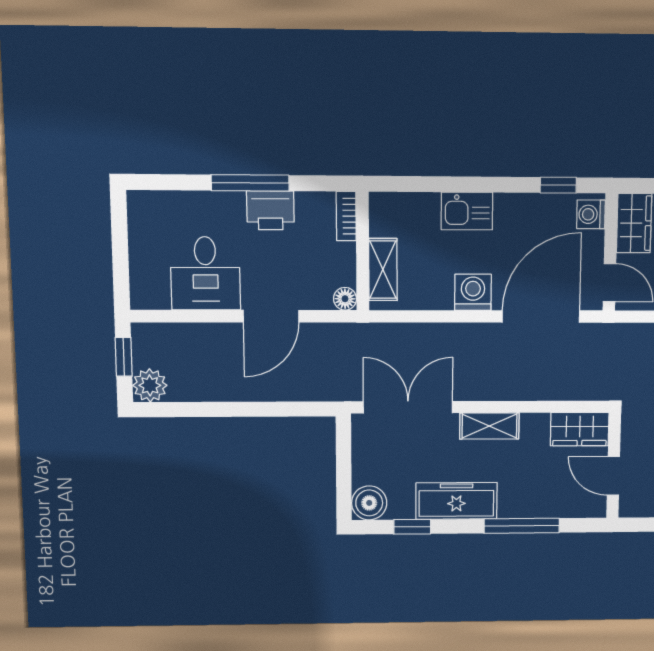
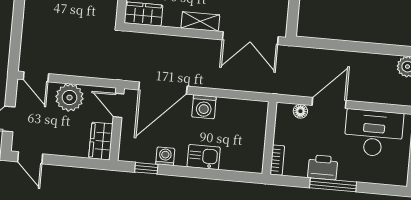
washing machine: (591, 214) -> (165, 156), moved, turned -90
shelving: (383, 270) -> (258, 126), removed
desk: (205, 273) -> (374, 133), width x1.37
floor lamp: (345, 299) -> (300, 111), moved

